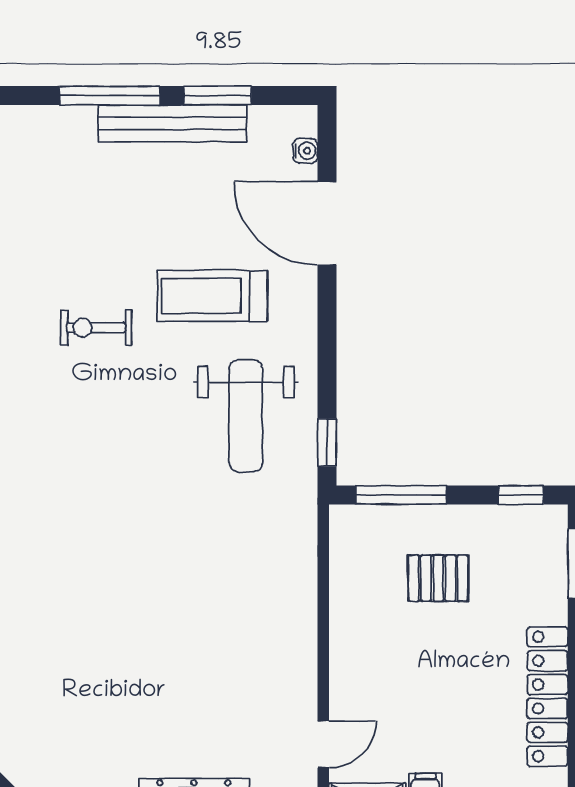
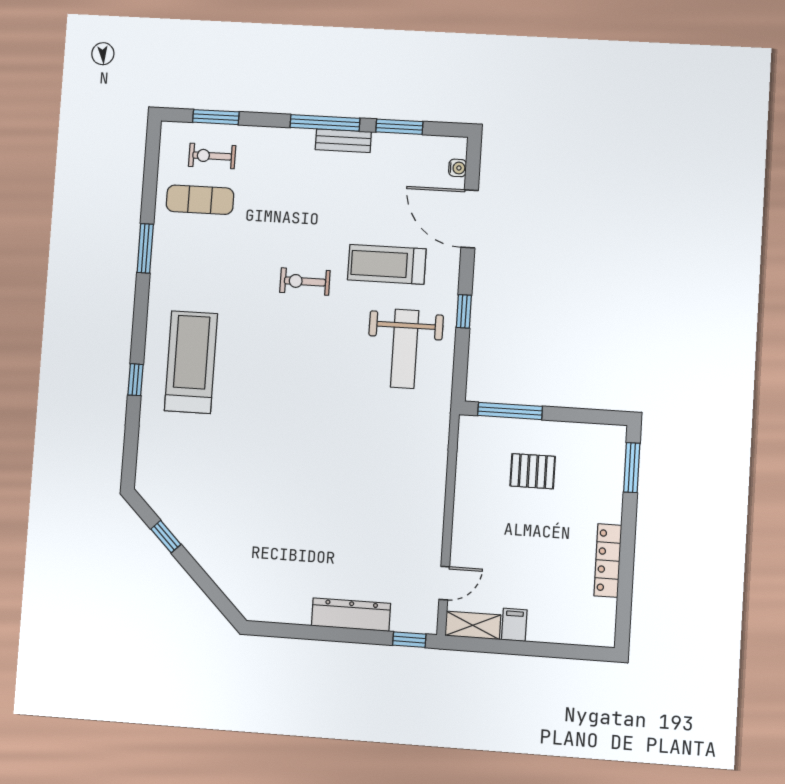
bench: (172, 123) -> (343, 141), width x0.54, depth x0.82
window: (327, 442) -> (464, 311), moved
window: (521, 495) -> (595, 416), removed
locker: (548, 697) -> (608, 560), width x0.71, depth x0.83

